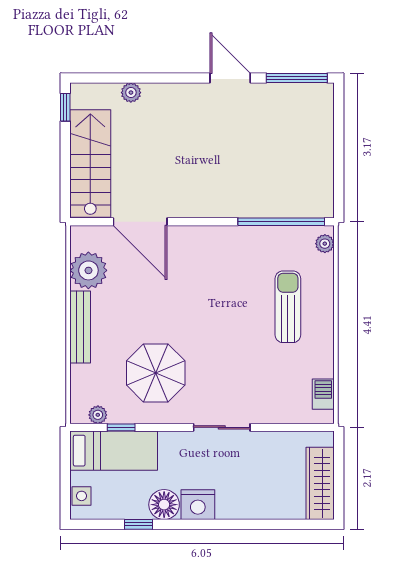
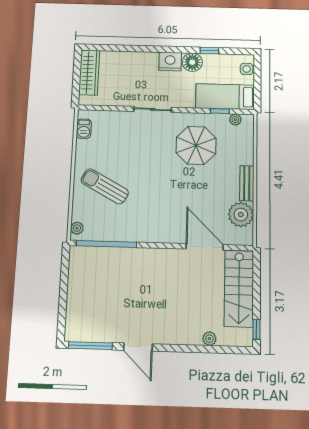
sun lounger: (288, 307) -> (105, 186), turned 119
bench: (80, 327) -> (247, 183), width x0.73

